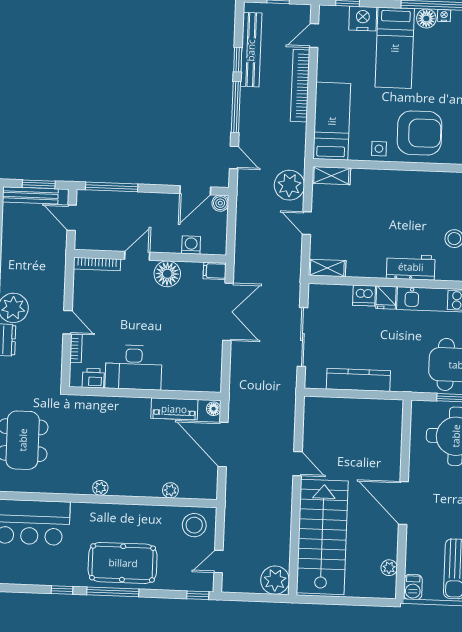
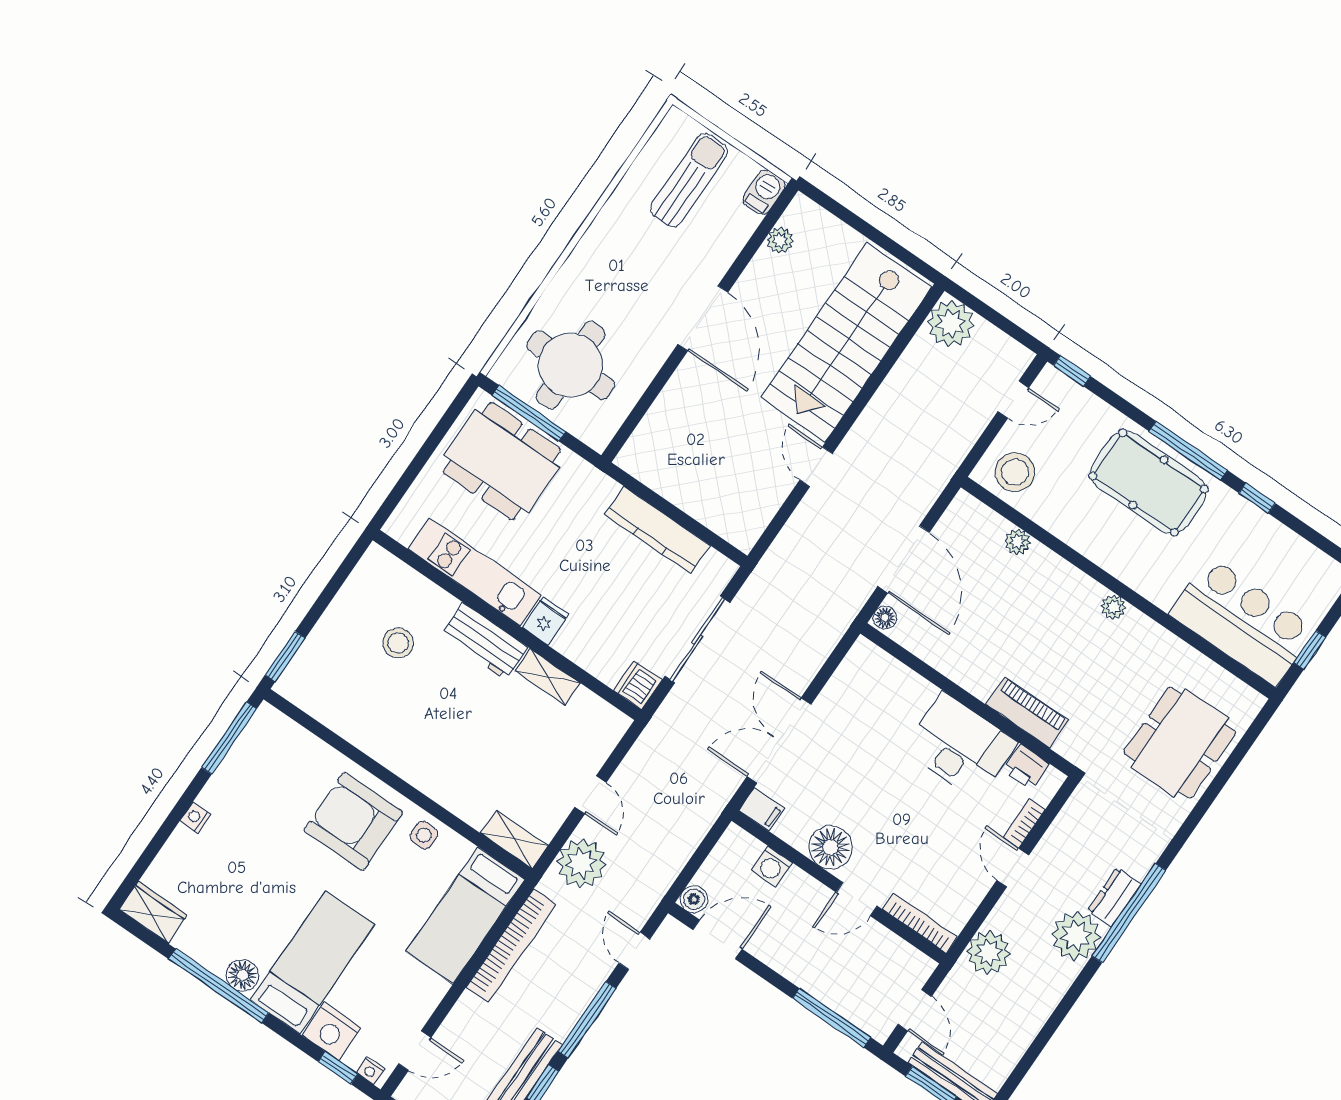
nightstand: (444, 16) -> (370, 1070), moved
bookcase: (300, 86) -> (511, 946), moved
shelving: (327, 268) -> (548, 677), moved
plant: (53, 271) -> (989, 952), added
dishwasher: (364, 296) -> (638, 685), moved, turned -90
piano: (174, 409) -> (1027, 712), moved

